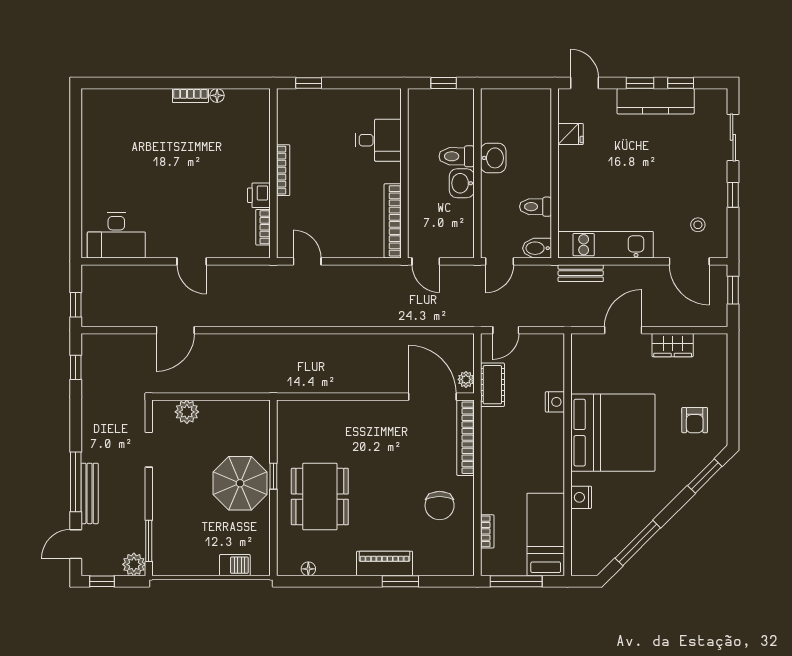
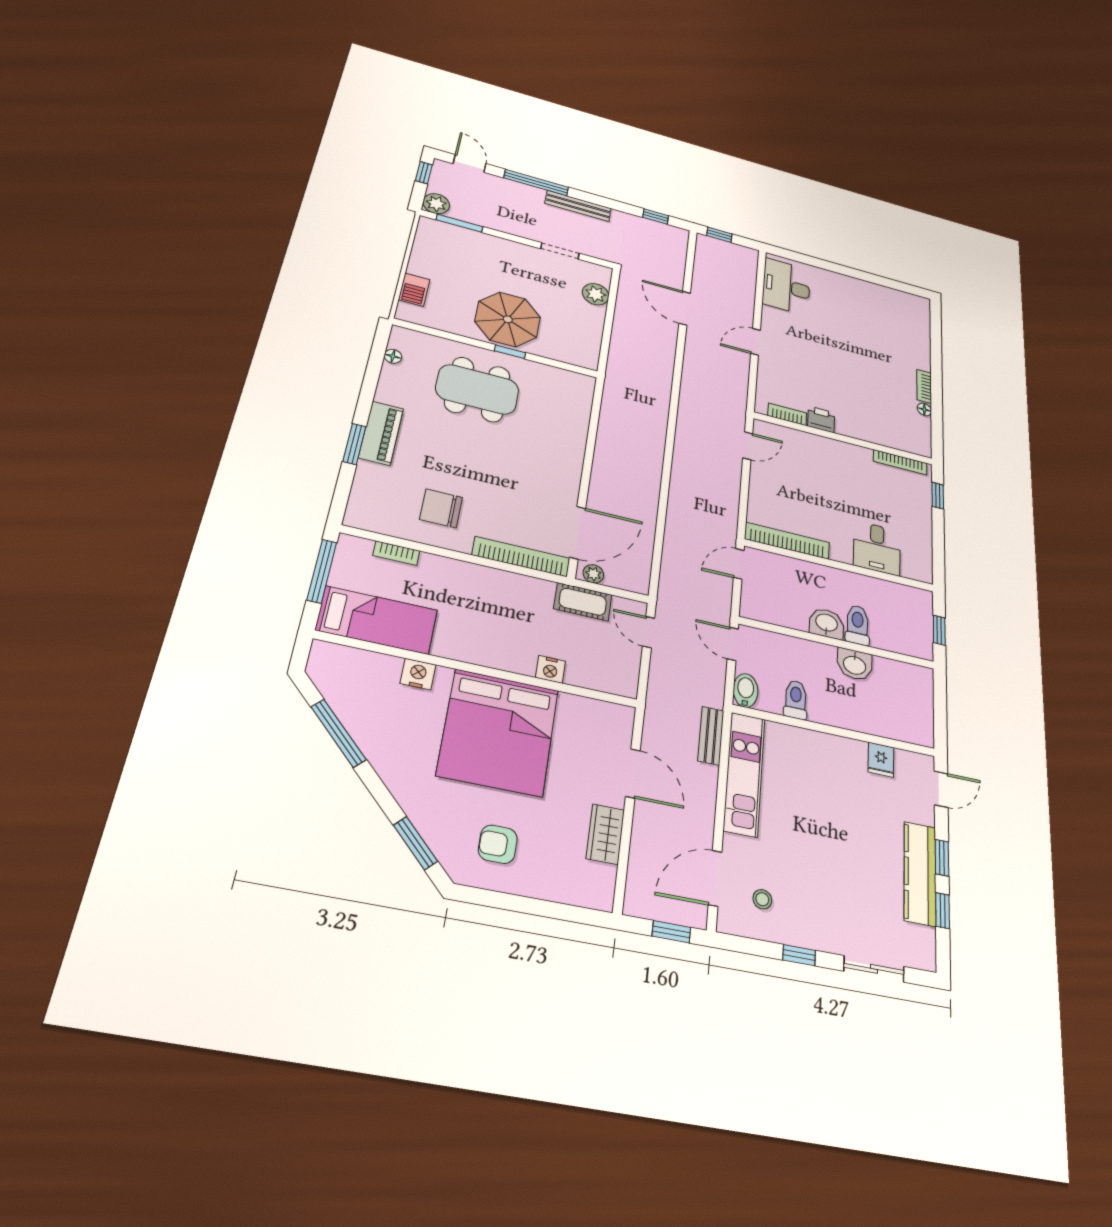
bookcase: (283, 170) -> (900, 462), moved
bench: (90, 493) -> (578, 206), moved

